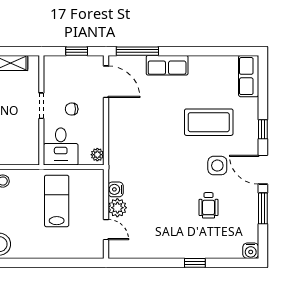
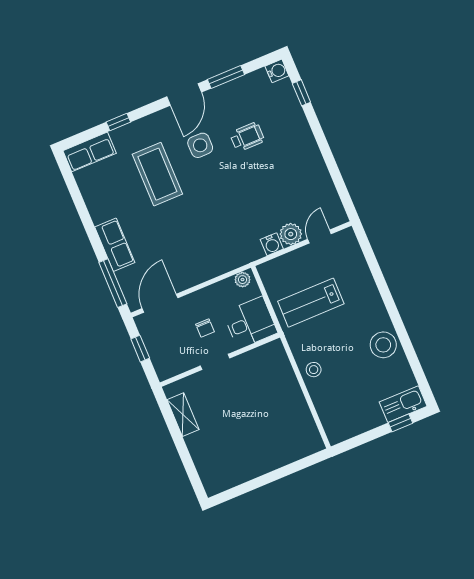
window: (263, 129) -> (118, 122), moved
window: (195, 263) -> (301, 93), moved

